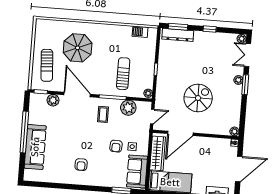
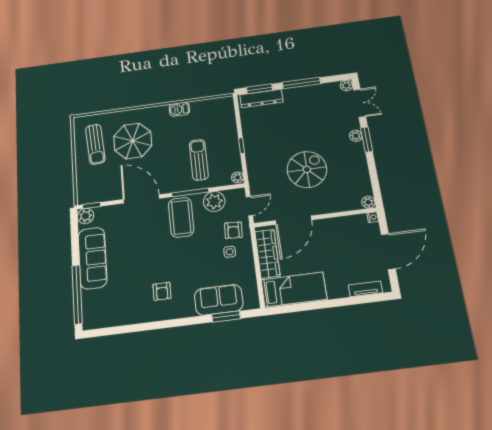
window: (210, 29) -> (301, 83), width x2.17
barbecue: (140, 32) -> (179, 109), moved
double door: (247, 55) -> (360, 103), swing flipped
sun lounger: (47, 65) -> (95, 144), moved
plant: (53, 100) -> (86, 216), moved
coffee table: (103, 114) -> (181, 217), width x1.86, depth x1.72
window: (24, 132) -> (77, 294), moved
armchair: (116, 146) -> (233, 230), moved
sofa: (35, 147) -> (92, 258), moved
sofa: (137, 172) -> (219, 300), moved, turned 90

